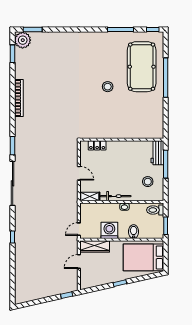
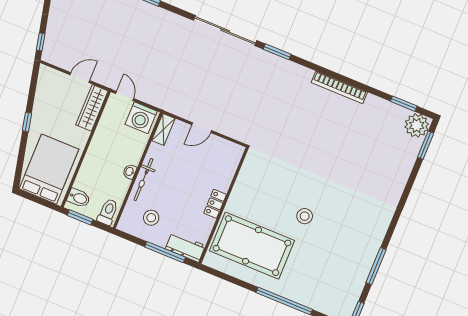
pool table: (142, 67) -> (252, 246), moved
locker: (97, 145) -> (215, 204), moved
bicycle: (116, 196) -> (143, 180), moved
washing machine: (109, 230) -> (141, 118), moved, turned 90
bidet: (134, 232) -> (79, 198), moved
door: (79, 262) -> (80, 78), hinge flipped

